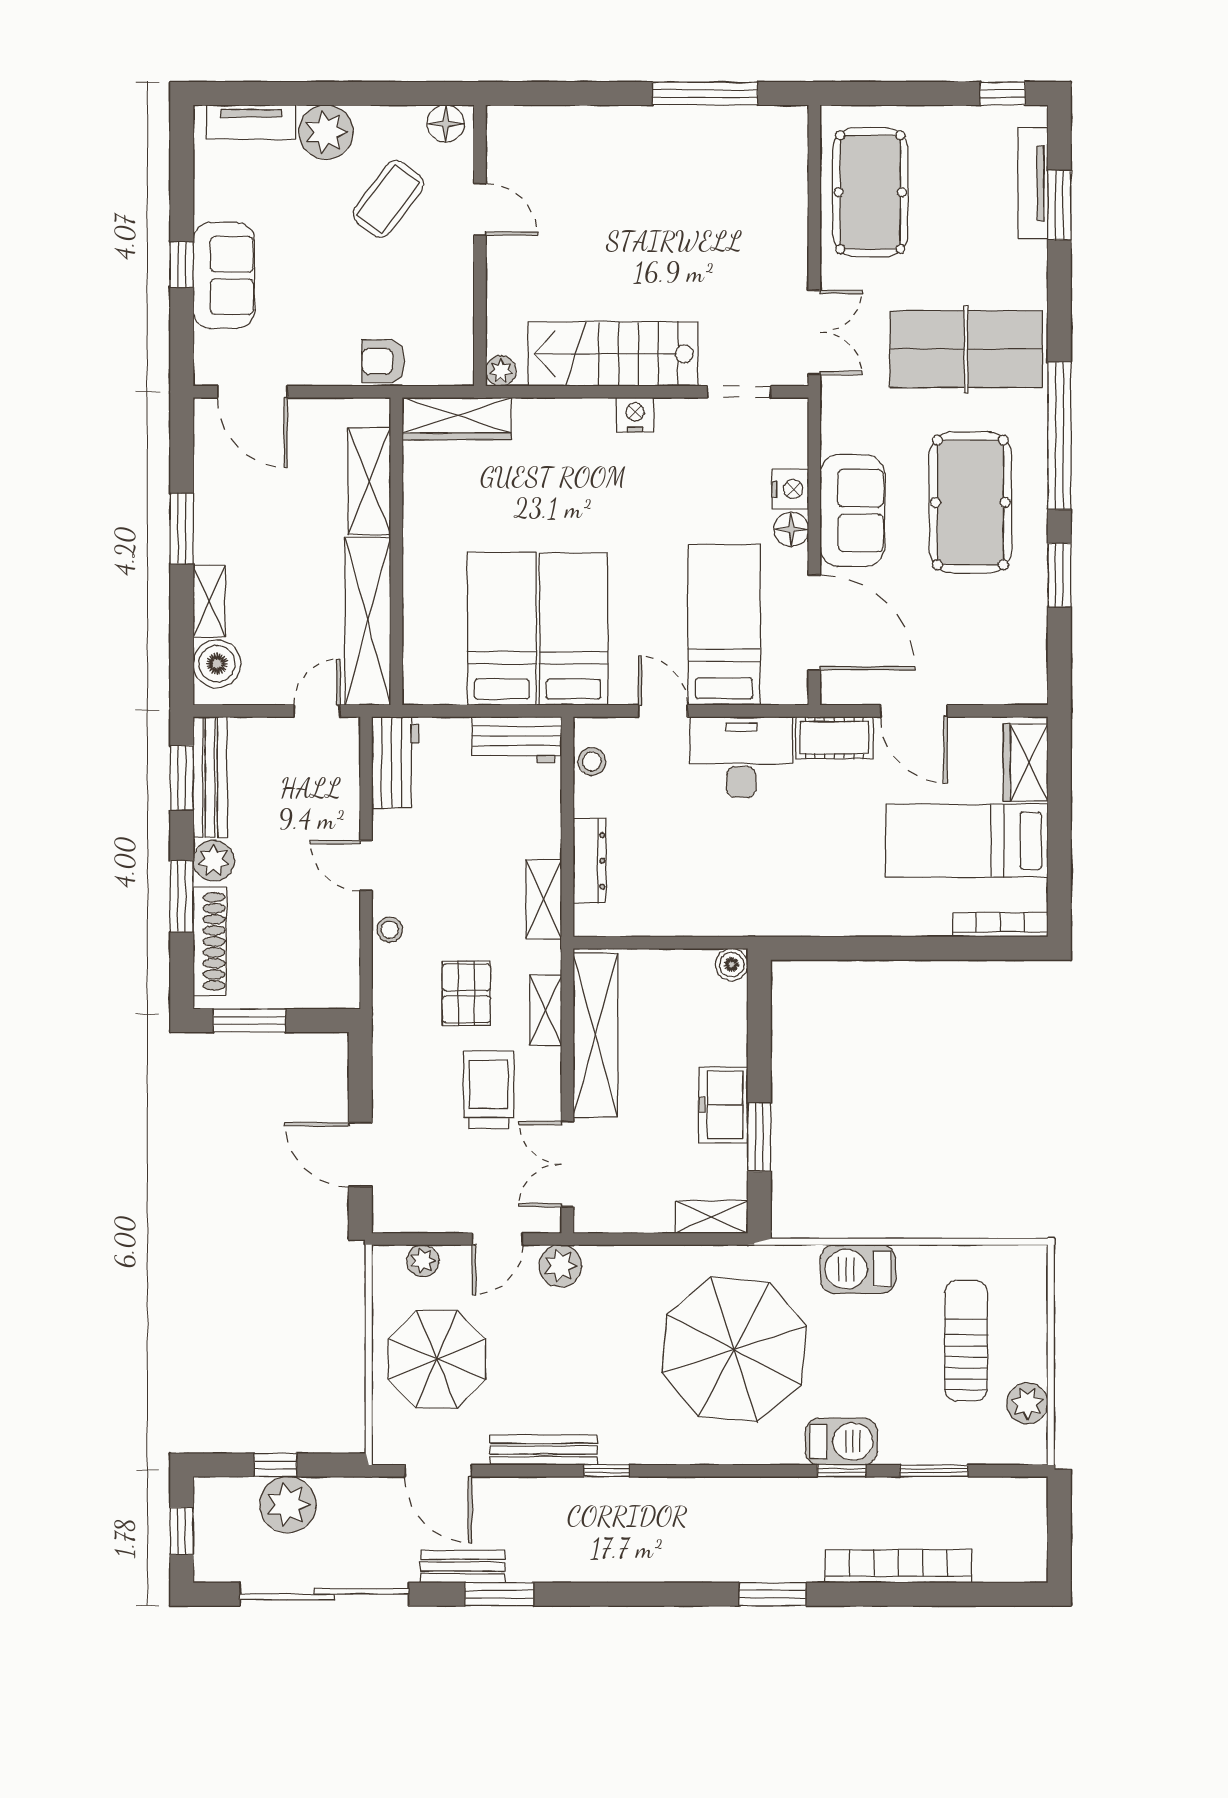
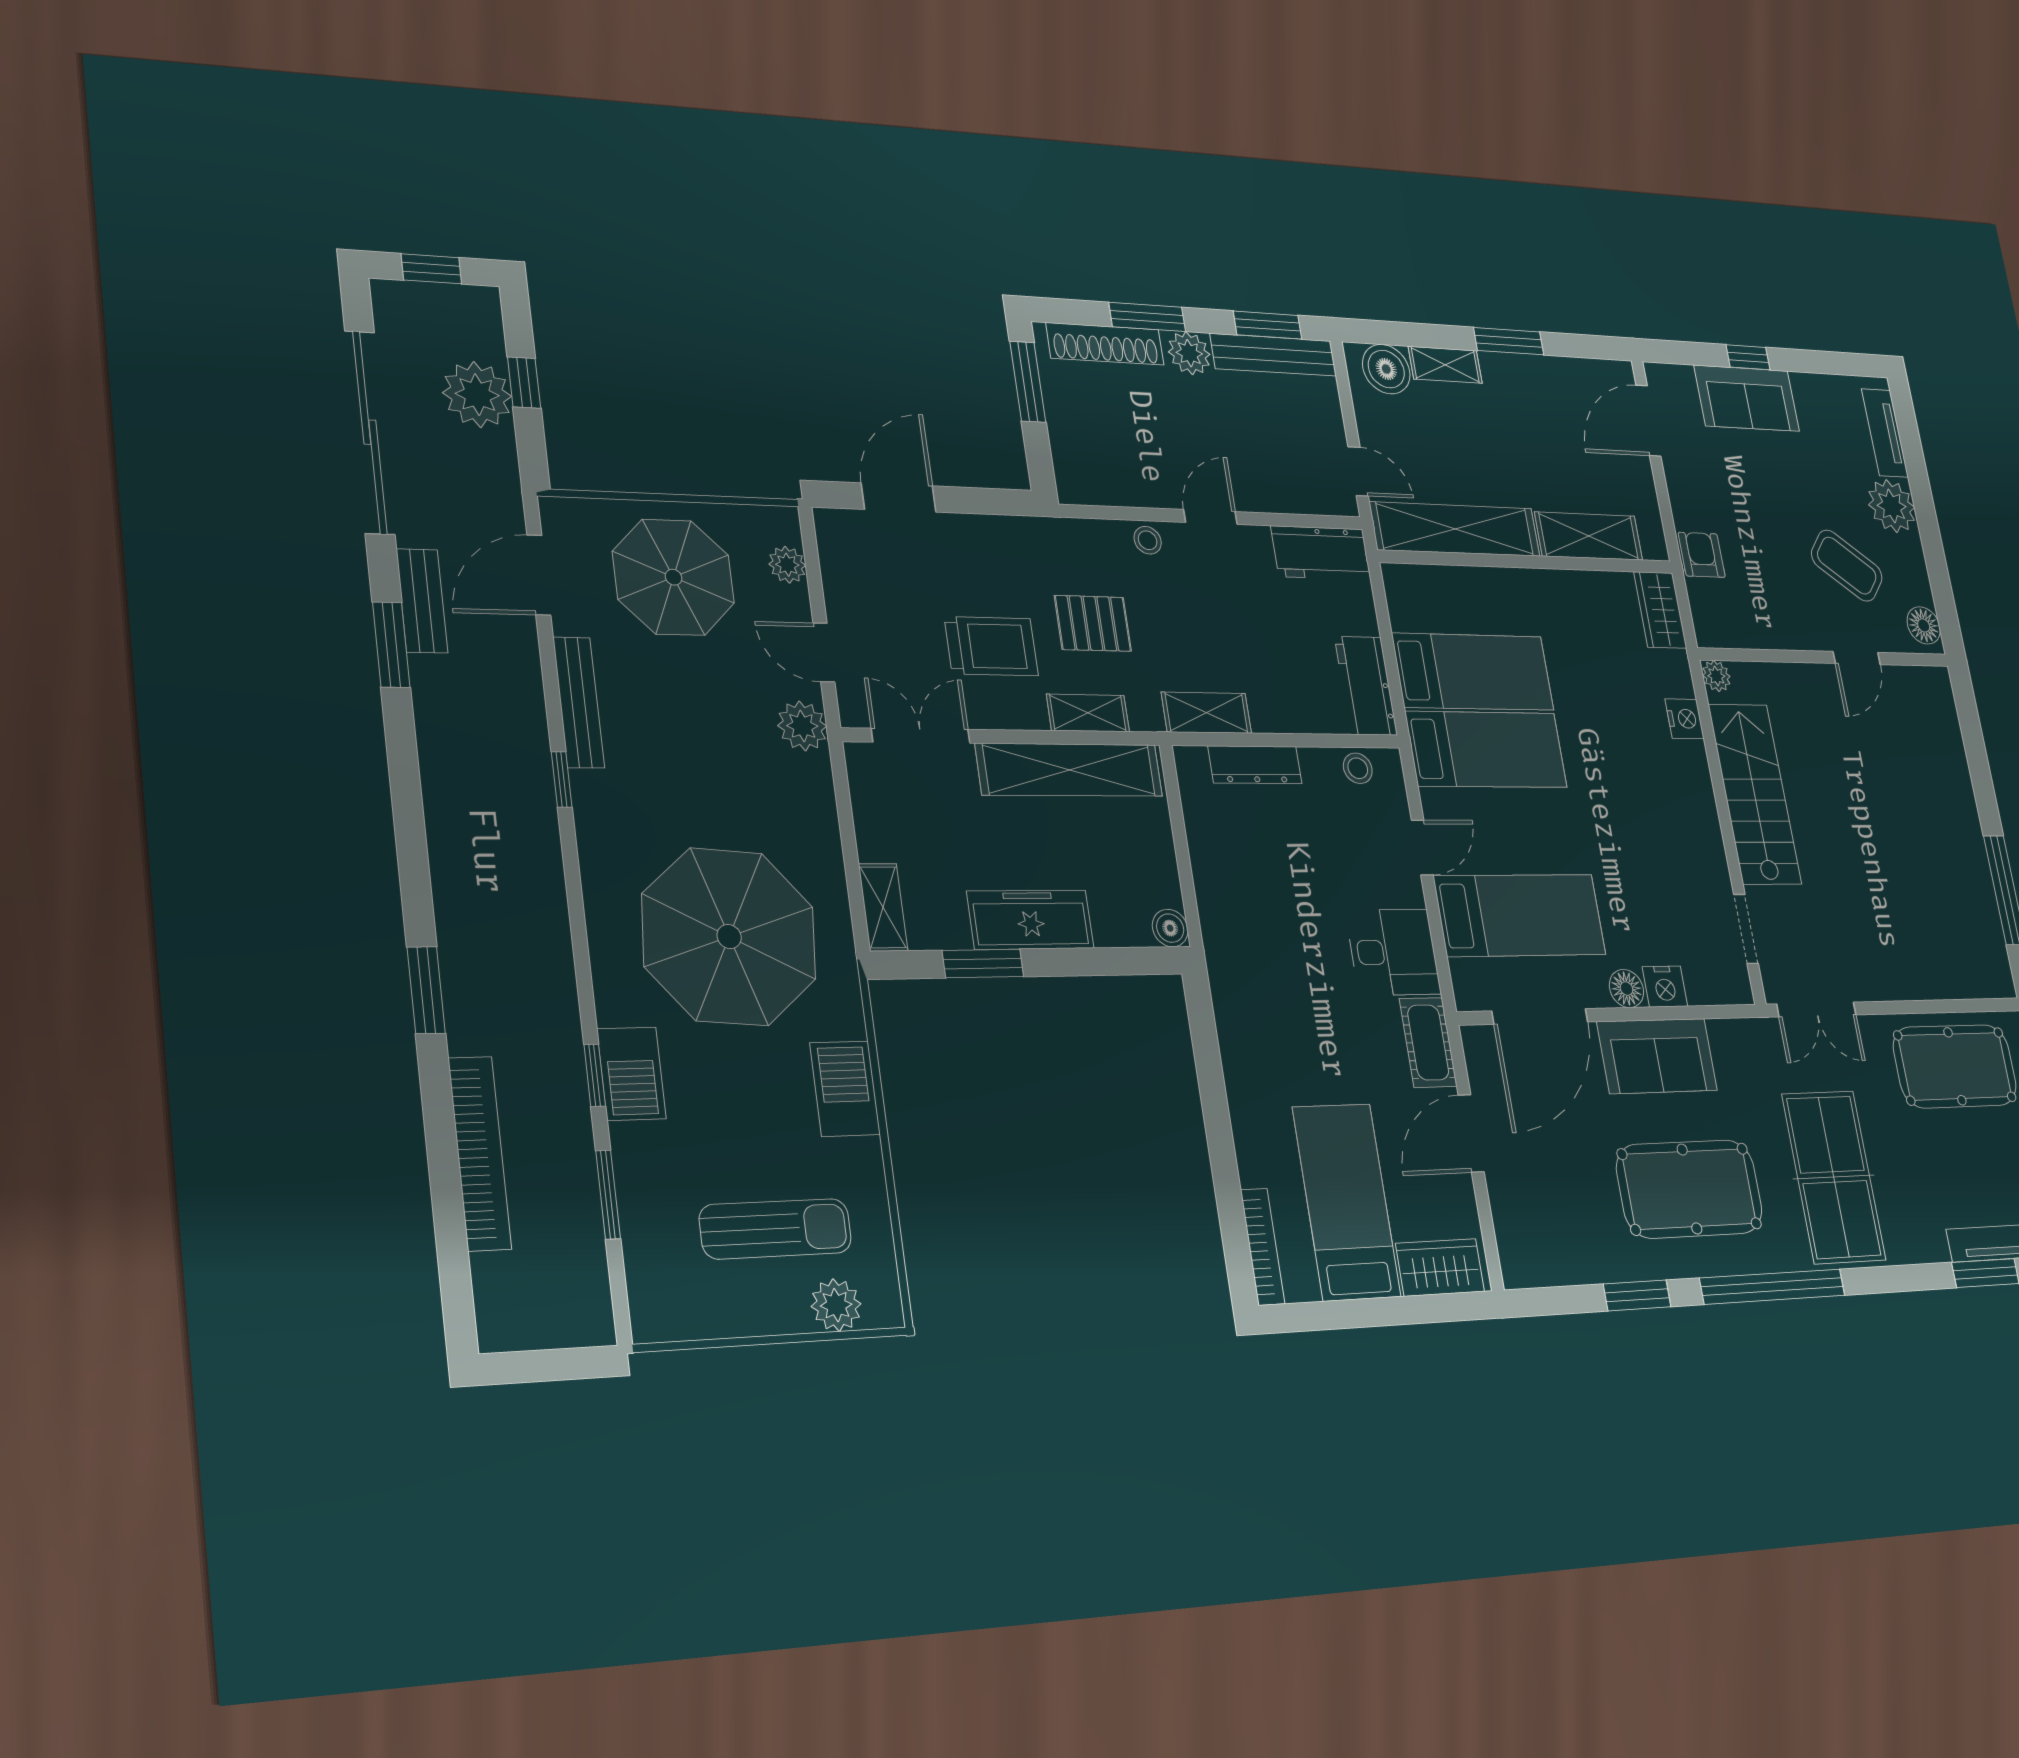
nightstand: (635, 415) -> (1684, 719), moved
wardrobe: (457, 419) -> (1660, 610), width x0.67
desk: (741, 757) -> (1393, 952), width x0.73
freezer: (723, 1105) -> (1030, 920), width x1.40
plant: (1027, 1403) -> (836, 1305), moved

